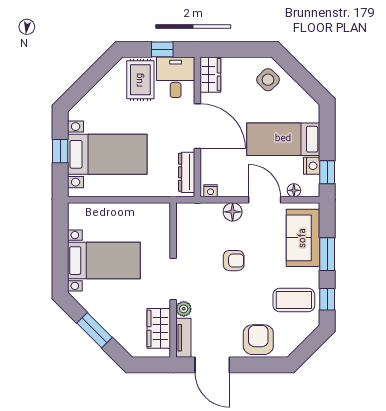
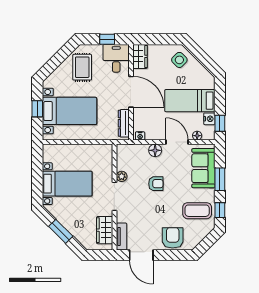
rug: (140, 80) -> (82, 67), moved
plant: (184, 309) -> (122, 176), moved

